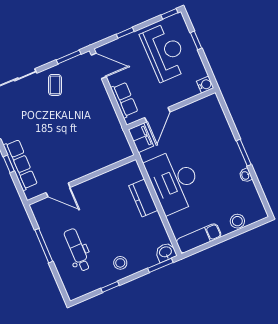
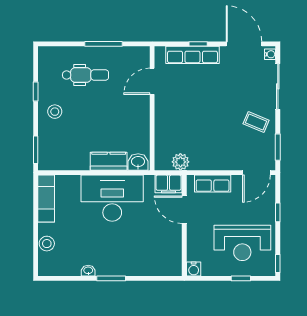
plant: (117, 136) -> (180, 162), added
washbasin: (166, 252) -> (138, 162), moved, turned -90

